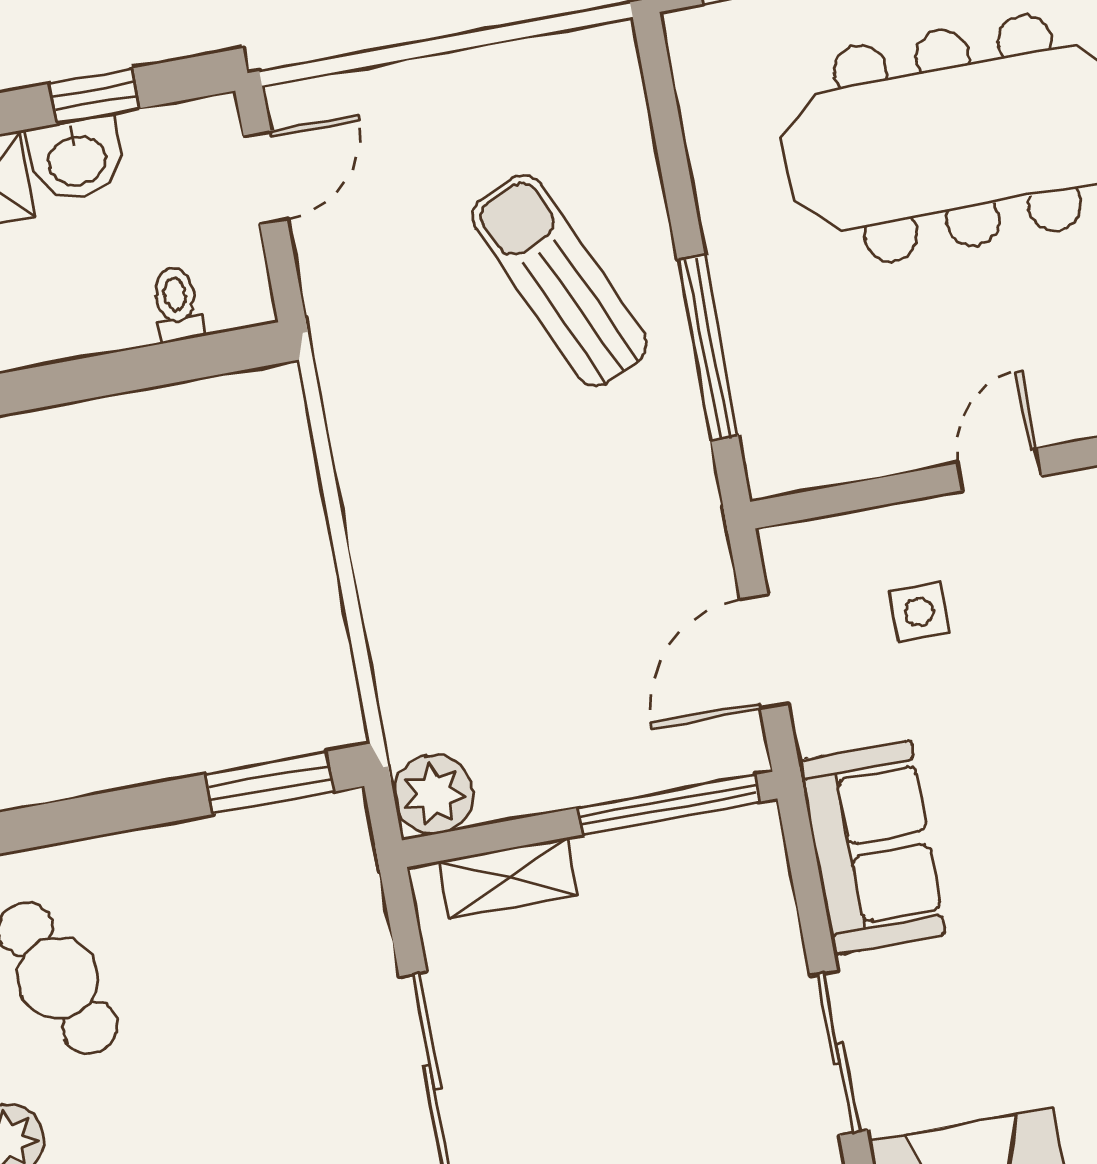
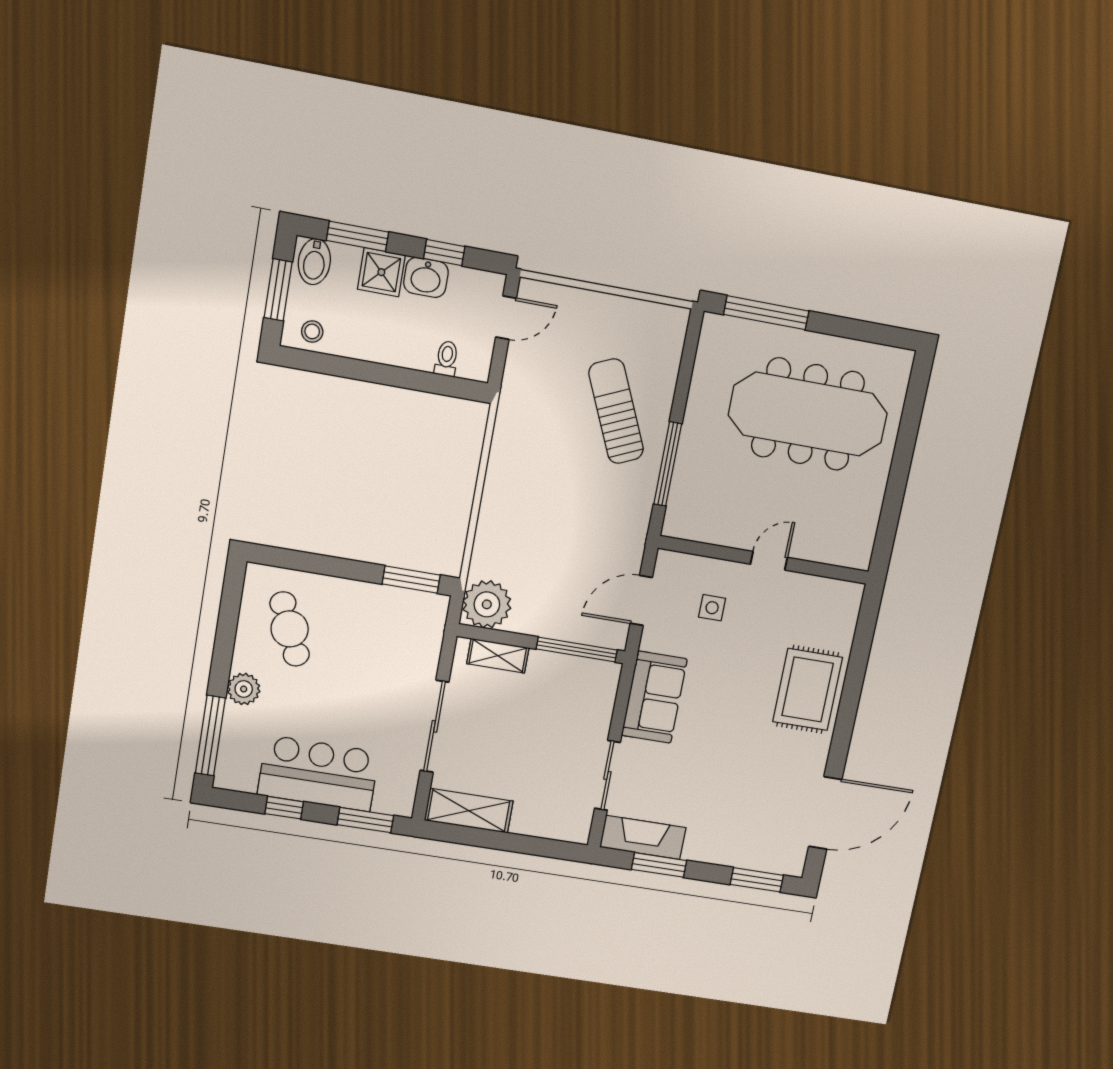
plant: (434, 794) -> (487, 604), width x1.36, depth x1.36

